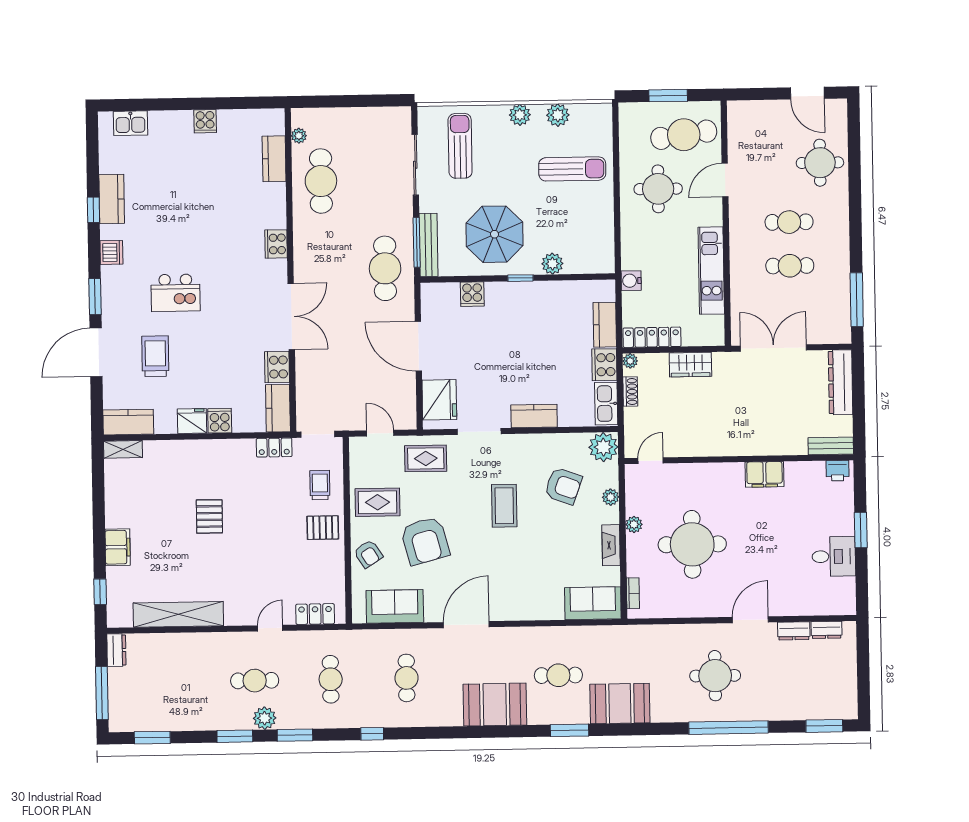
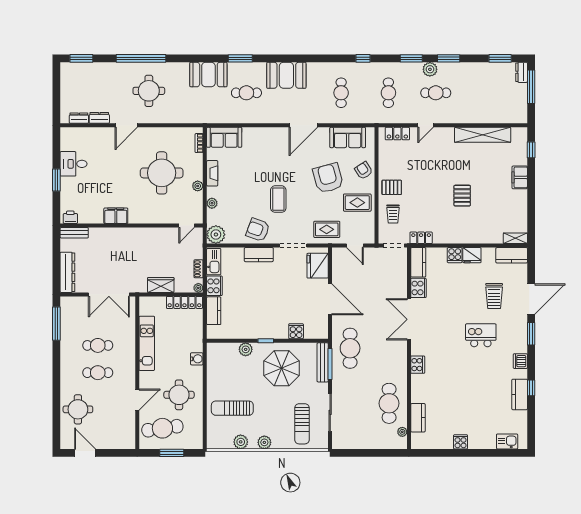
water cooler: (631, 281) -> (197, 359), moved
armchair: (563, 486) -> (258, 230), moved
dresser: (116, 650) -> (522, 72), moved

